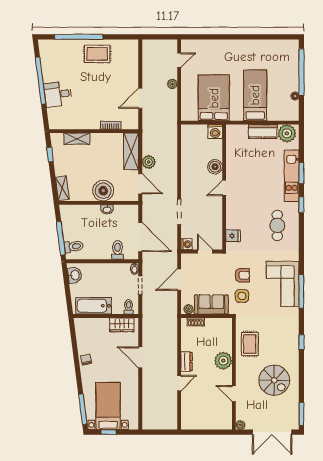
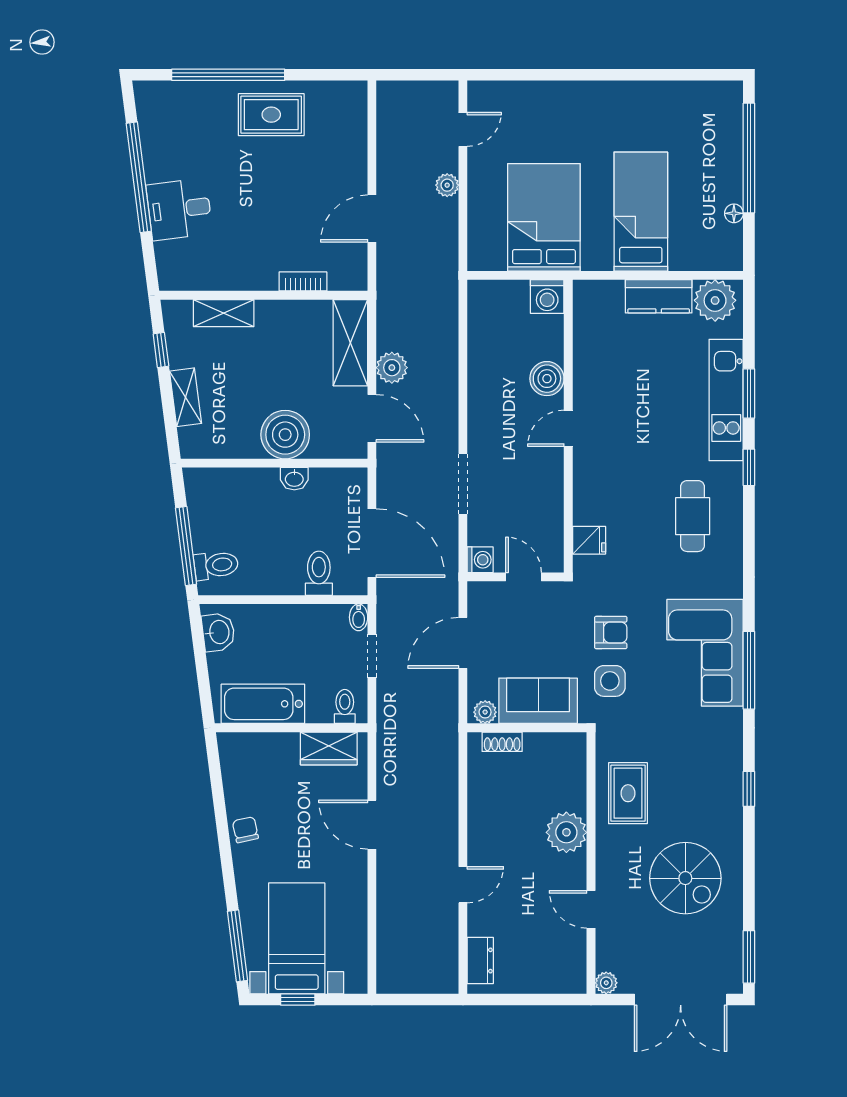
shelving: (62, 188) -> (185, 397), moved
dresser: (187, 362) -> (480, 960), moved

